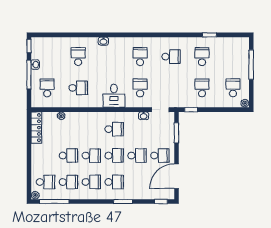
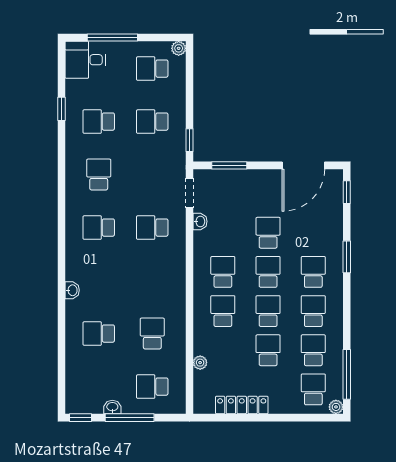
desk: (114, 96) -> (85, 60), moved, turned 180
locker: (36, 128) -> (242, 405), moved
school desk: (160, 156) -> (223, 311), moved
door: (176, 176) -> (303, 165), hinge flipped

